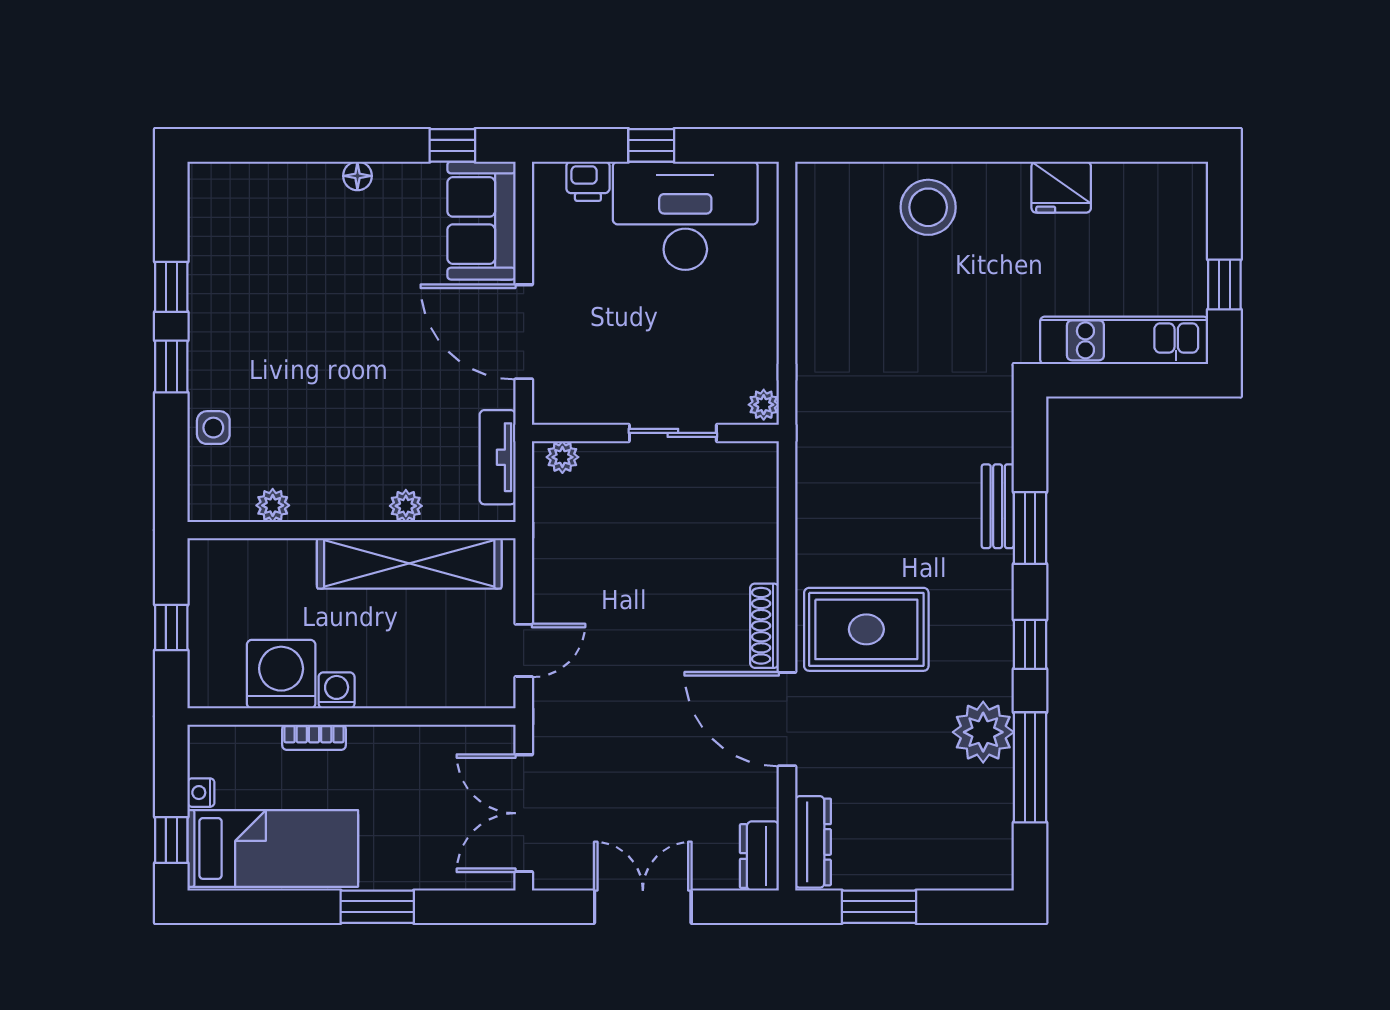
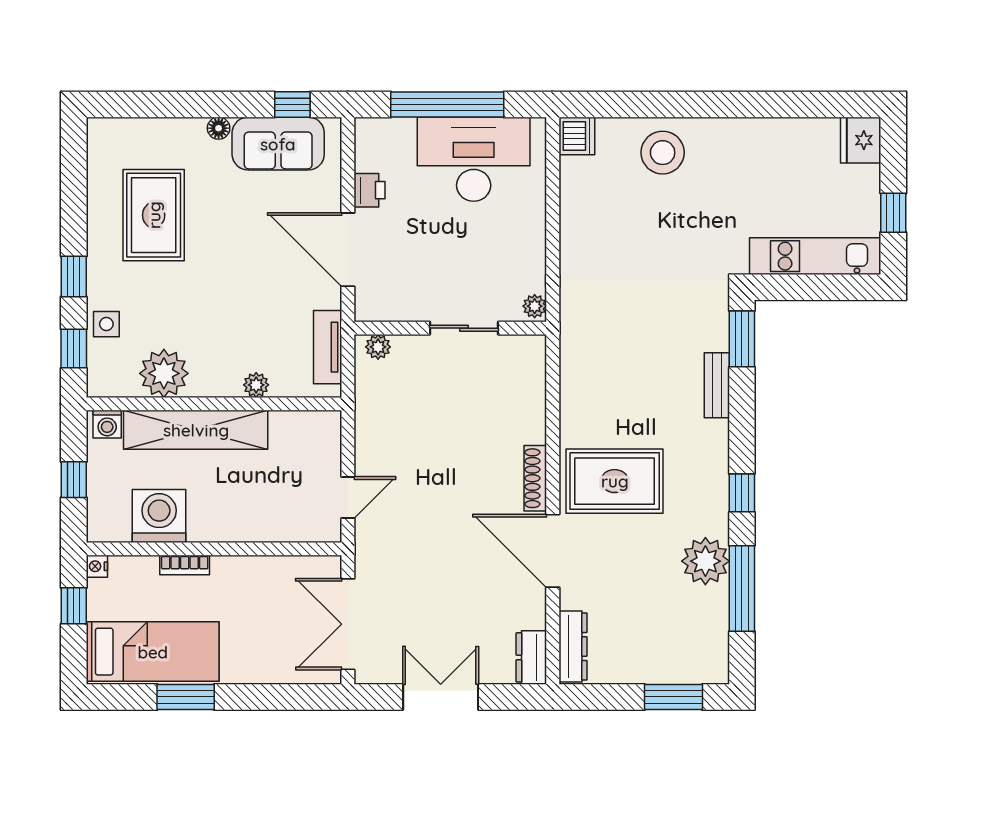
window: (651, 145) -> (447, 104), width x3.17
printer: (588, 181) -> (370, 190), moved, turned -90
dishwasher: (818, 186) -> (577, 136), added
fridge: (1061, 187) -> (861, 140), moved, turned 90
sofa: (481, 221) -> (278, 144), moved, turned -90
window: (171, 287) -> (74, 349), moved
rug: (274, 288) -> (154, 215), added
plant: (273, 505) -> (164, 373), width x1.88, depth x1.88
window: (1030, 528) -> (742, 339), moved
shelving: (409, 563) -> (196, 430), moved
washing machine: (337, 690) -> (107, 424), moved, turned 180
nightstand: (201, 793) -> (97, 566), moved
window: (171, 840) -> (74, 606), moved
window: (377, 907) -> (186, 697), moved
window: (879, 907) -> (673, 697), moved

